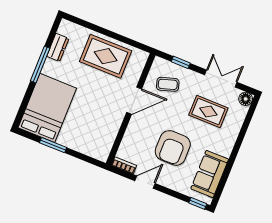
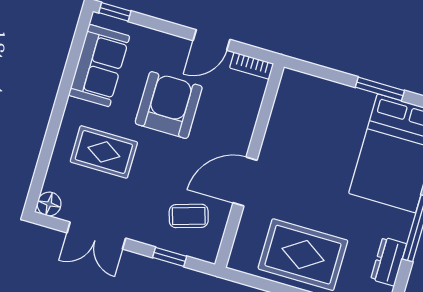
rug: (208, 111) -> (104, 152), moved

